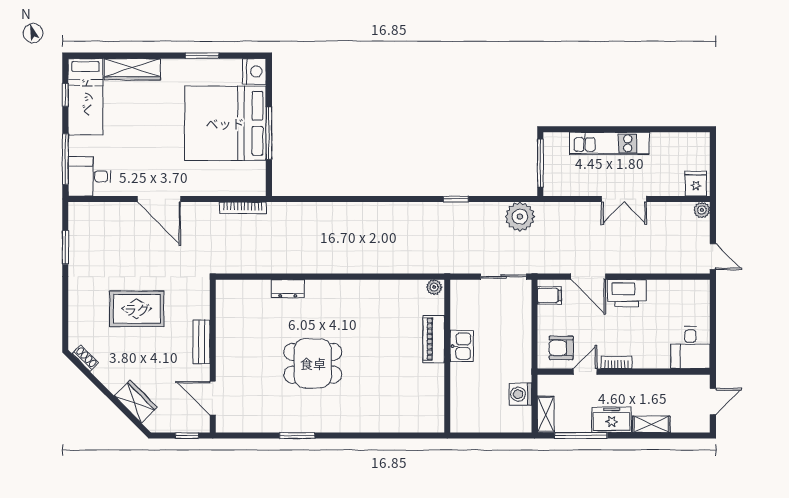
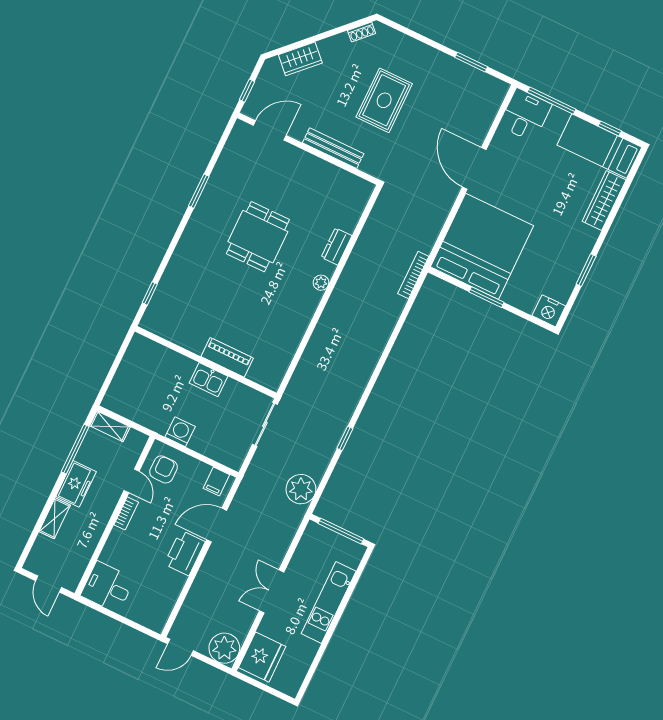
bed: (225, 123) -> (482, 246), moved
window: (269, 133) -> (486, 297), width x0.69
fridge: (696, 184) -> (262, 657), width x1.88, depth x1.34
door: (159, 199) -> (474, 168), hinge flipped
bookcase: (243, 208) -> (413, 275), moved
plant: (702, 210) -> (224, 648), width x1.87, depth x1.87
sliding door: (503, 277) -> (265, 424), moved
plant: (434, 287) -> (321, 283), moved
bench: (201, 342) -> (333, 148), width x1.36
washing machine: (520, 394) -> (180, 432), moved
window: (410, 436) -> (150, 293), added

